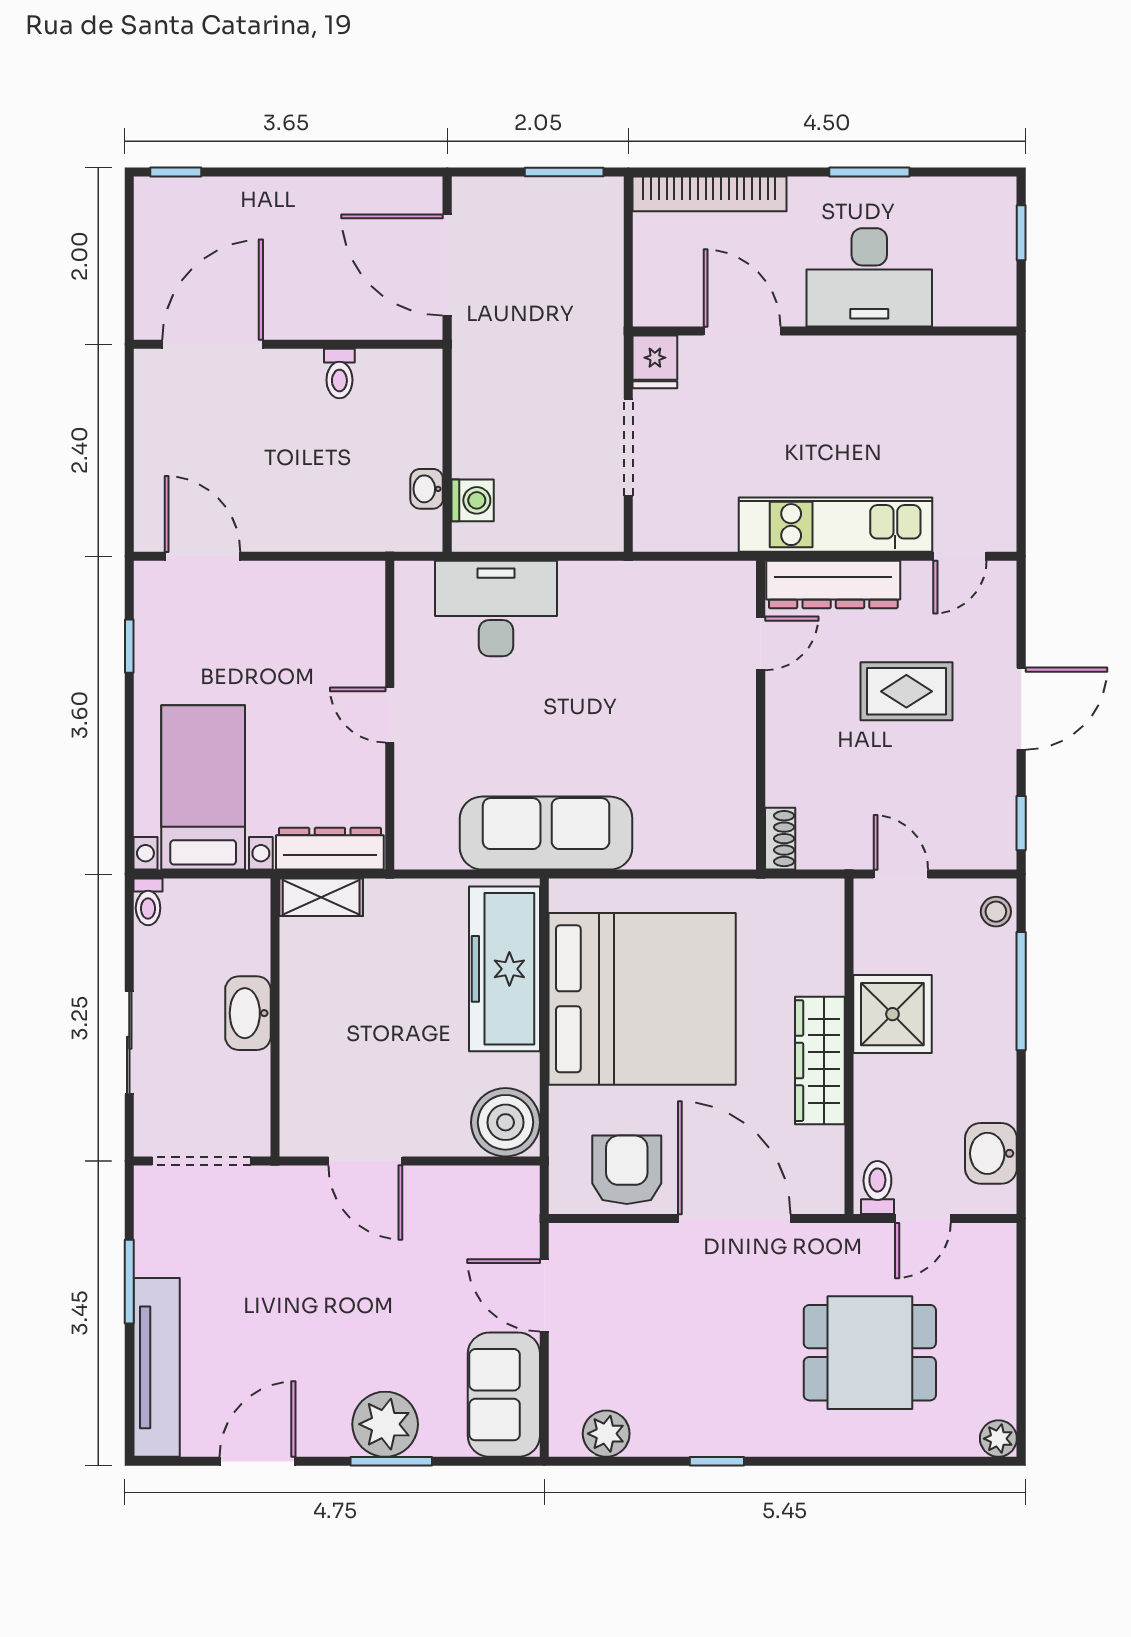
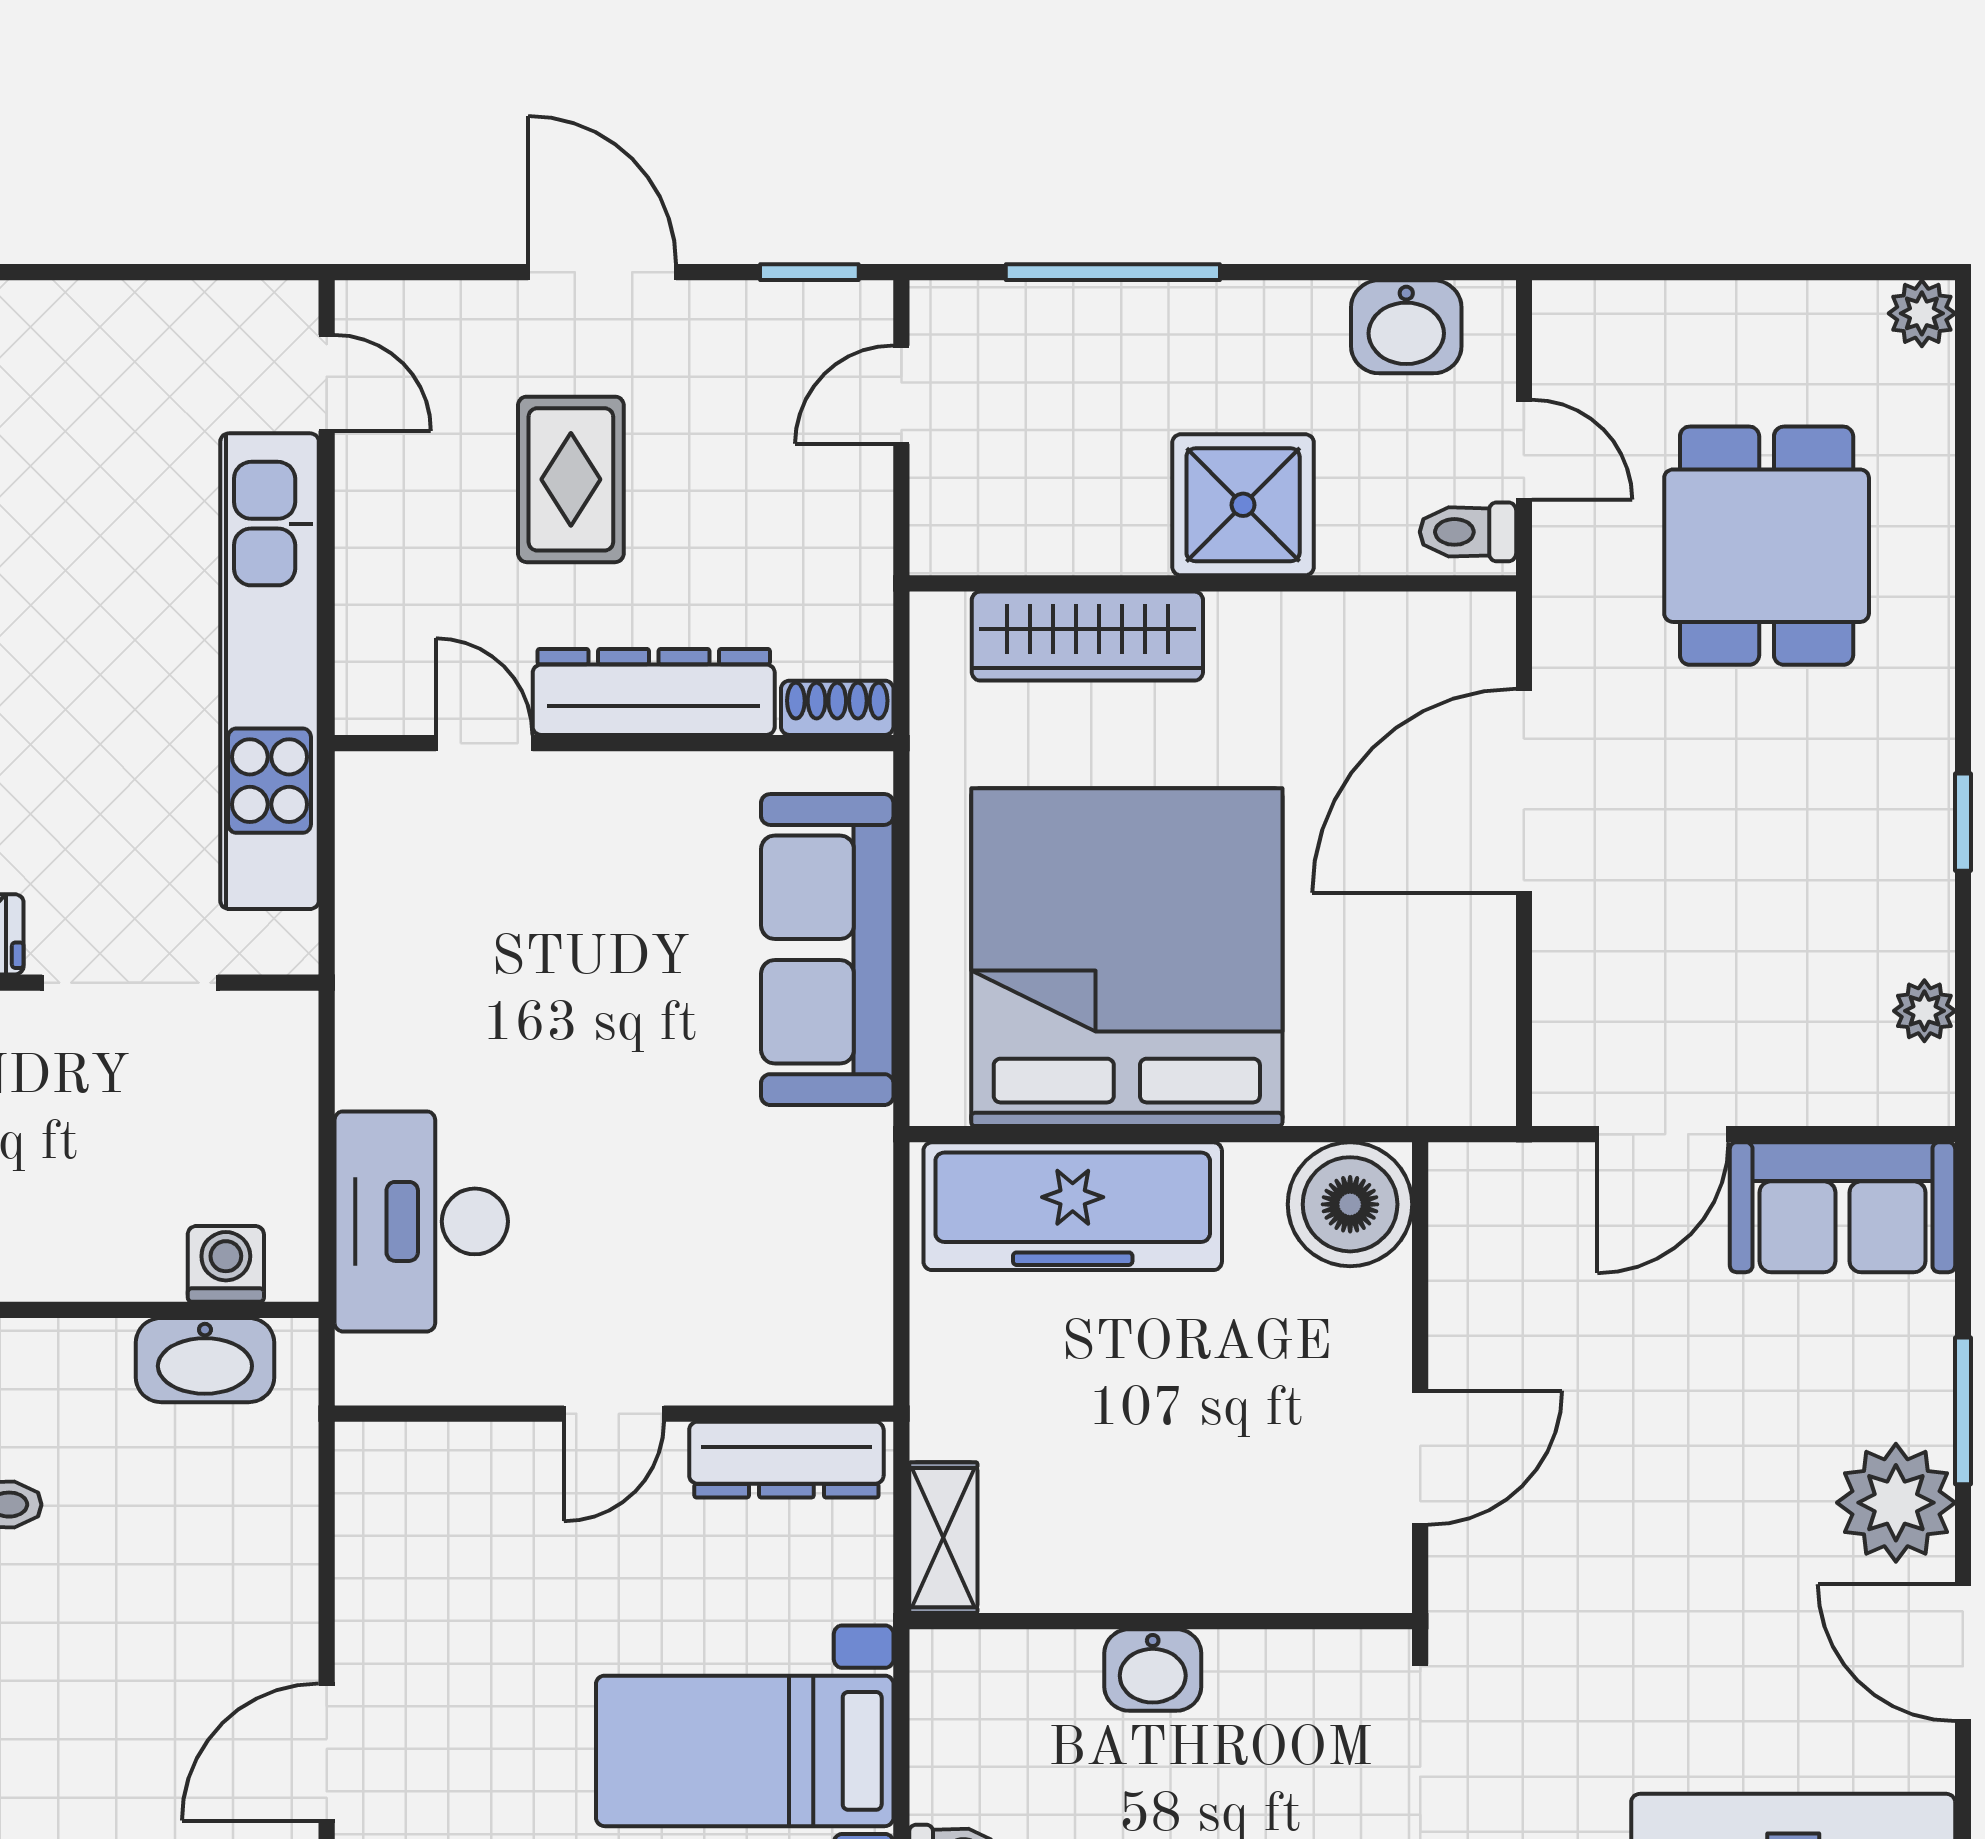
washbasin: (427, 489) -> (205, 1360), width x1.91, depth x1.45
kitchen unit: (836, 525) -> (270, 671), width x1.36
dresser: (833, 584) -> (654, 692), moved, turned -90
sofa: (546, 833) -> (827, 950), moved
dresser: (330, 849) -> (786, 1460), moved, turned -90
door: (901, 874) -> (901, 395), moved
stool: (996, 912) -> (969, 318), removed
washbasin: (248, 1013) -> (1153, 1670), width x0.72
shower: (892, 1014) -> (1243, 505), moved
wardrobe: (820, 1061) -> (1087, 636), moved
armchair: (627, 1170) -> (1436, 985), removed
plant: (385, 1424) -> (1896, 1503), moved
plant: (606, 1434) -> (1924, 1011), width x0.73, depth x0.73

